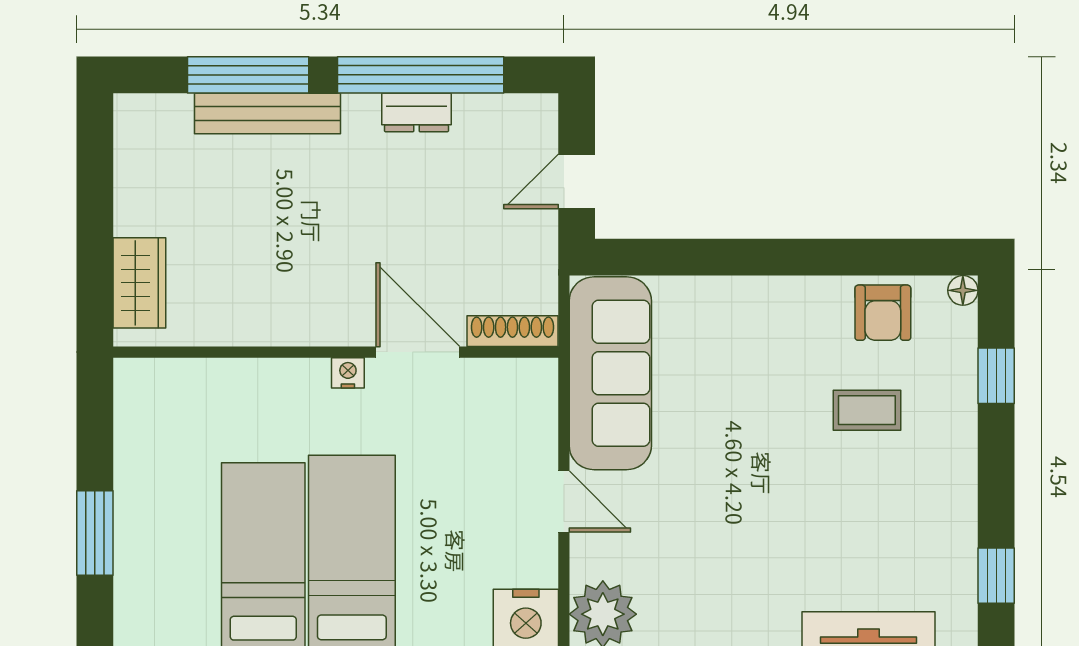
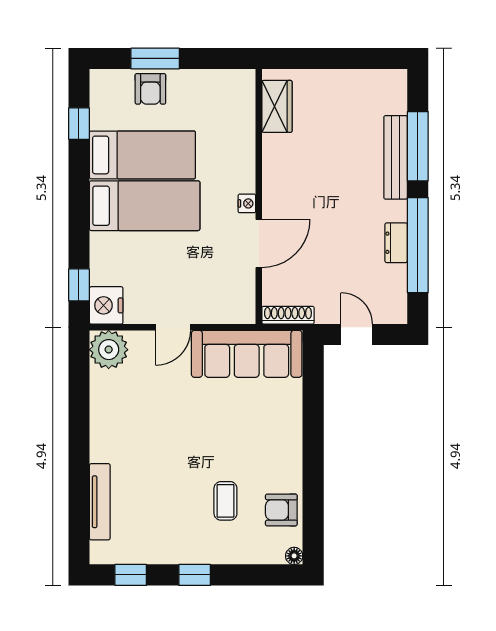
wardrobe: (139, 283) -> (277, 106), moved, turned -90
shoe rack: (512, 331) -> (288, 315), moved, turned -90
window: (996, 376) -> (195, 575), moved
armchair: (148, 541) -> (150, 89), added

